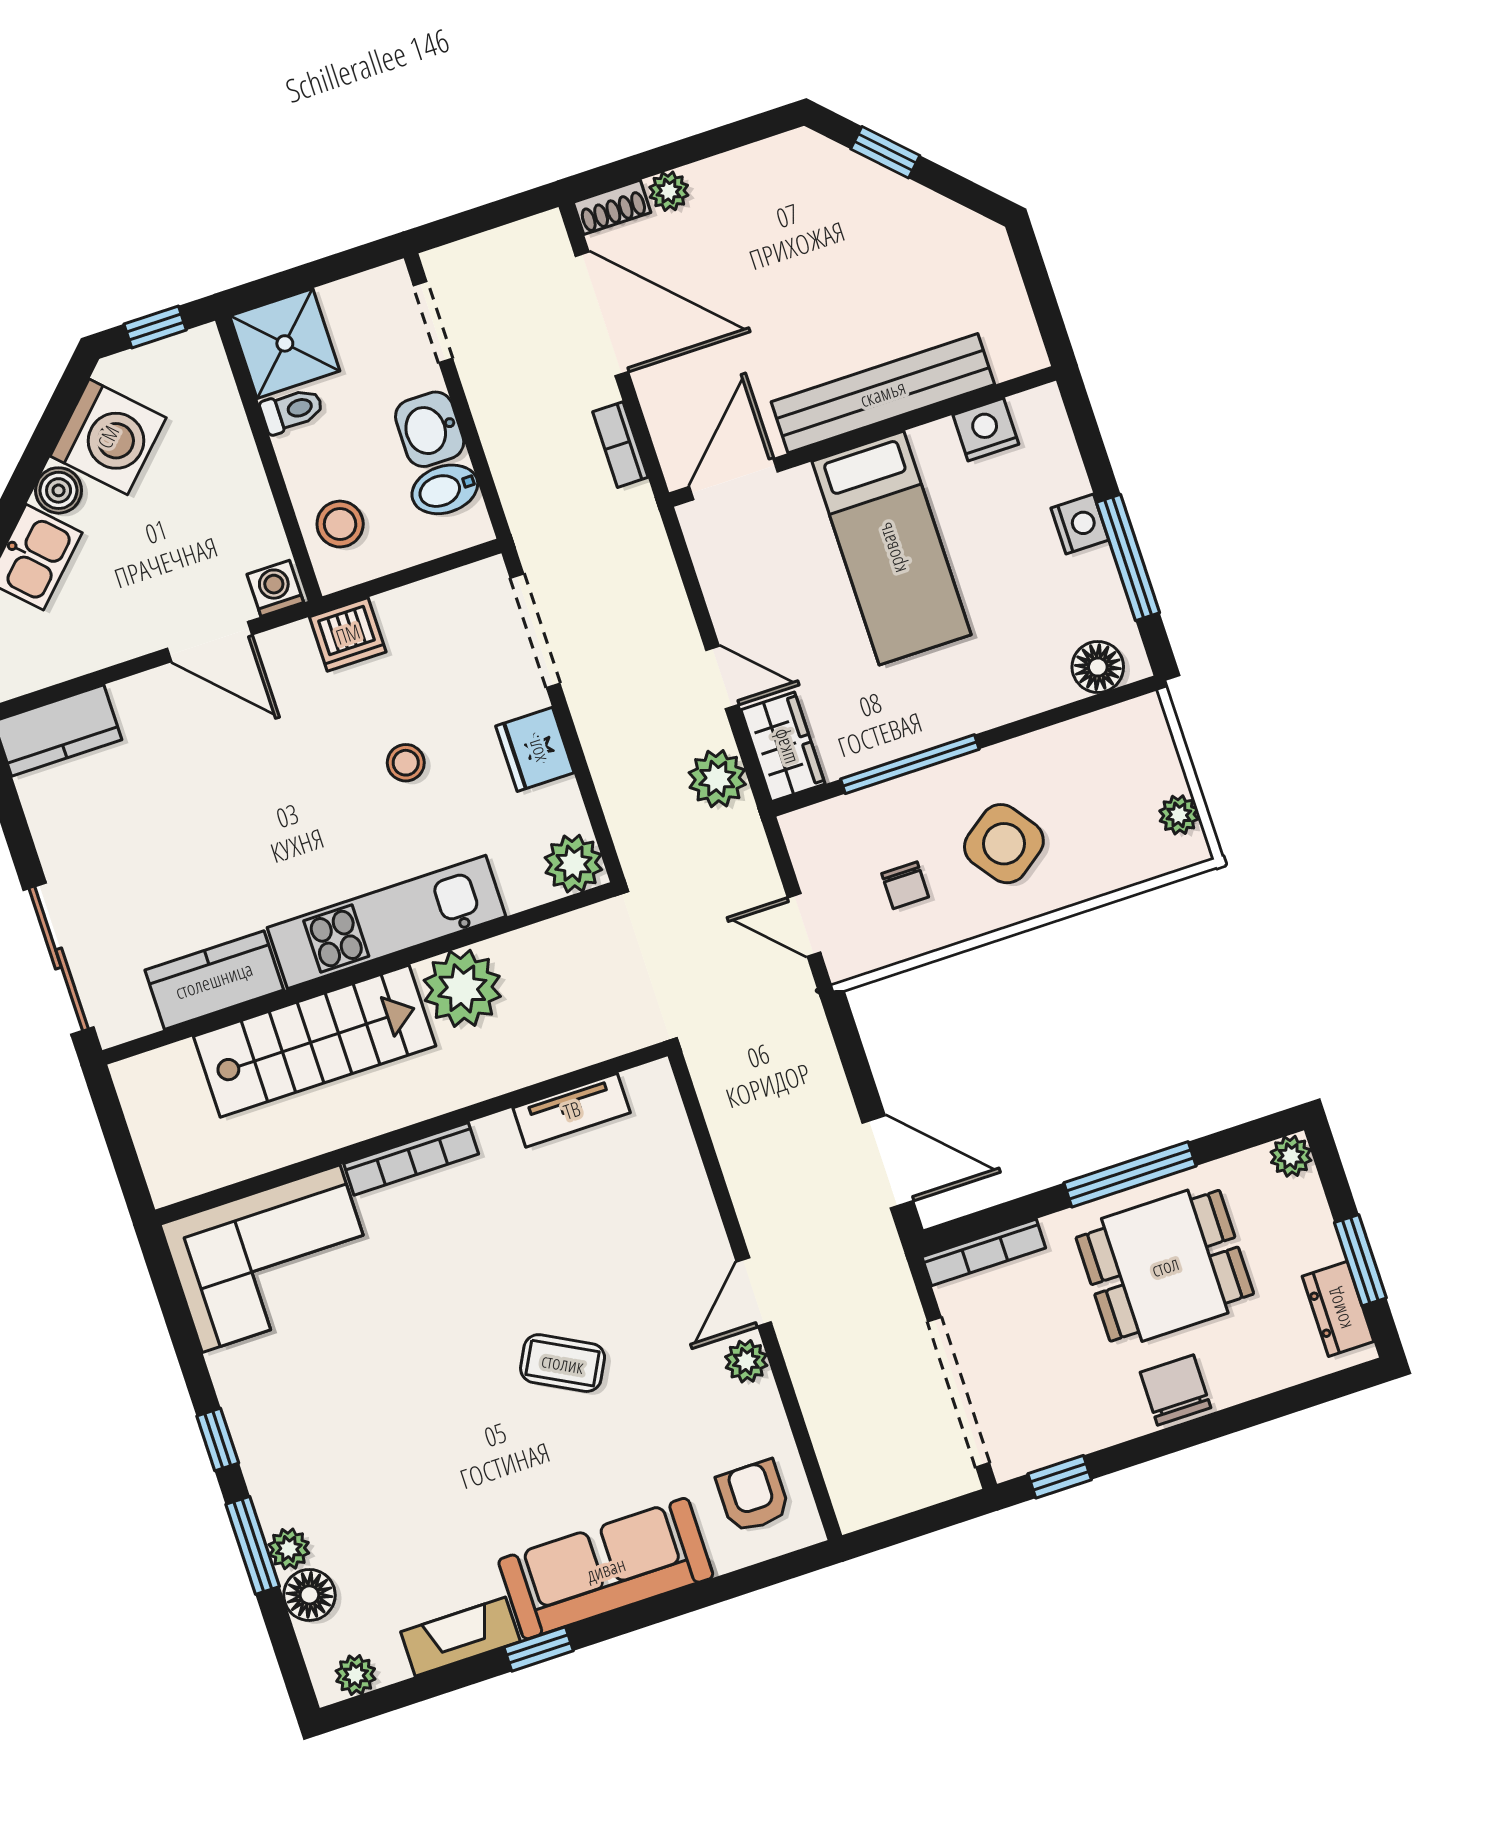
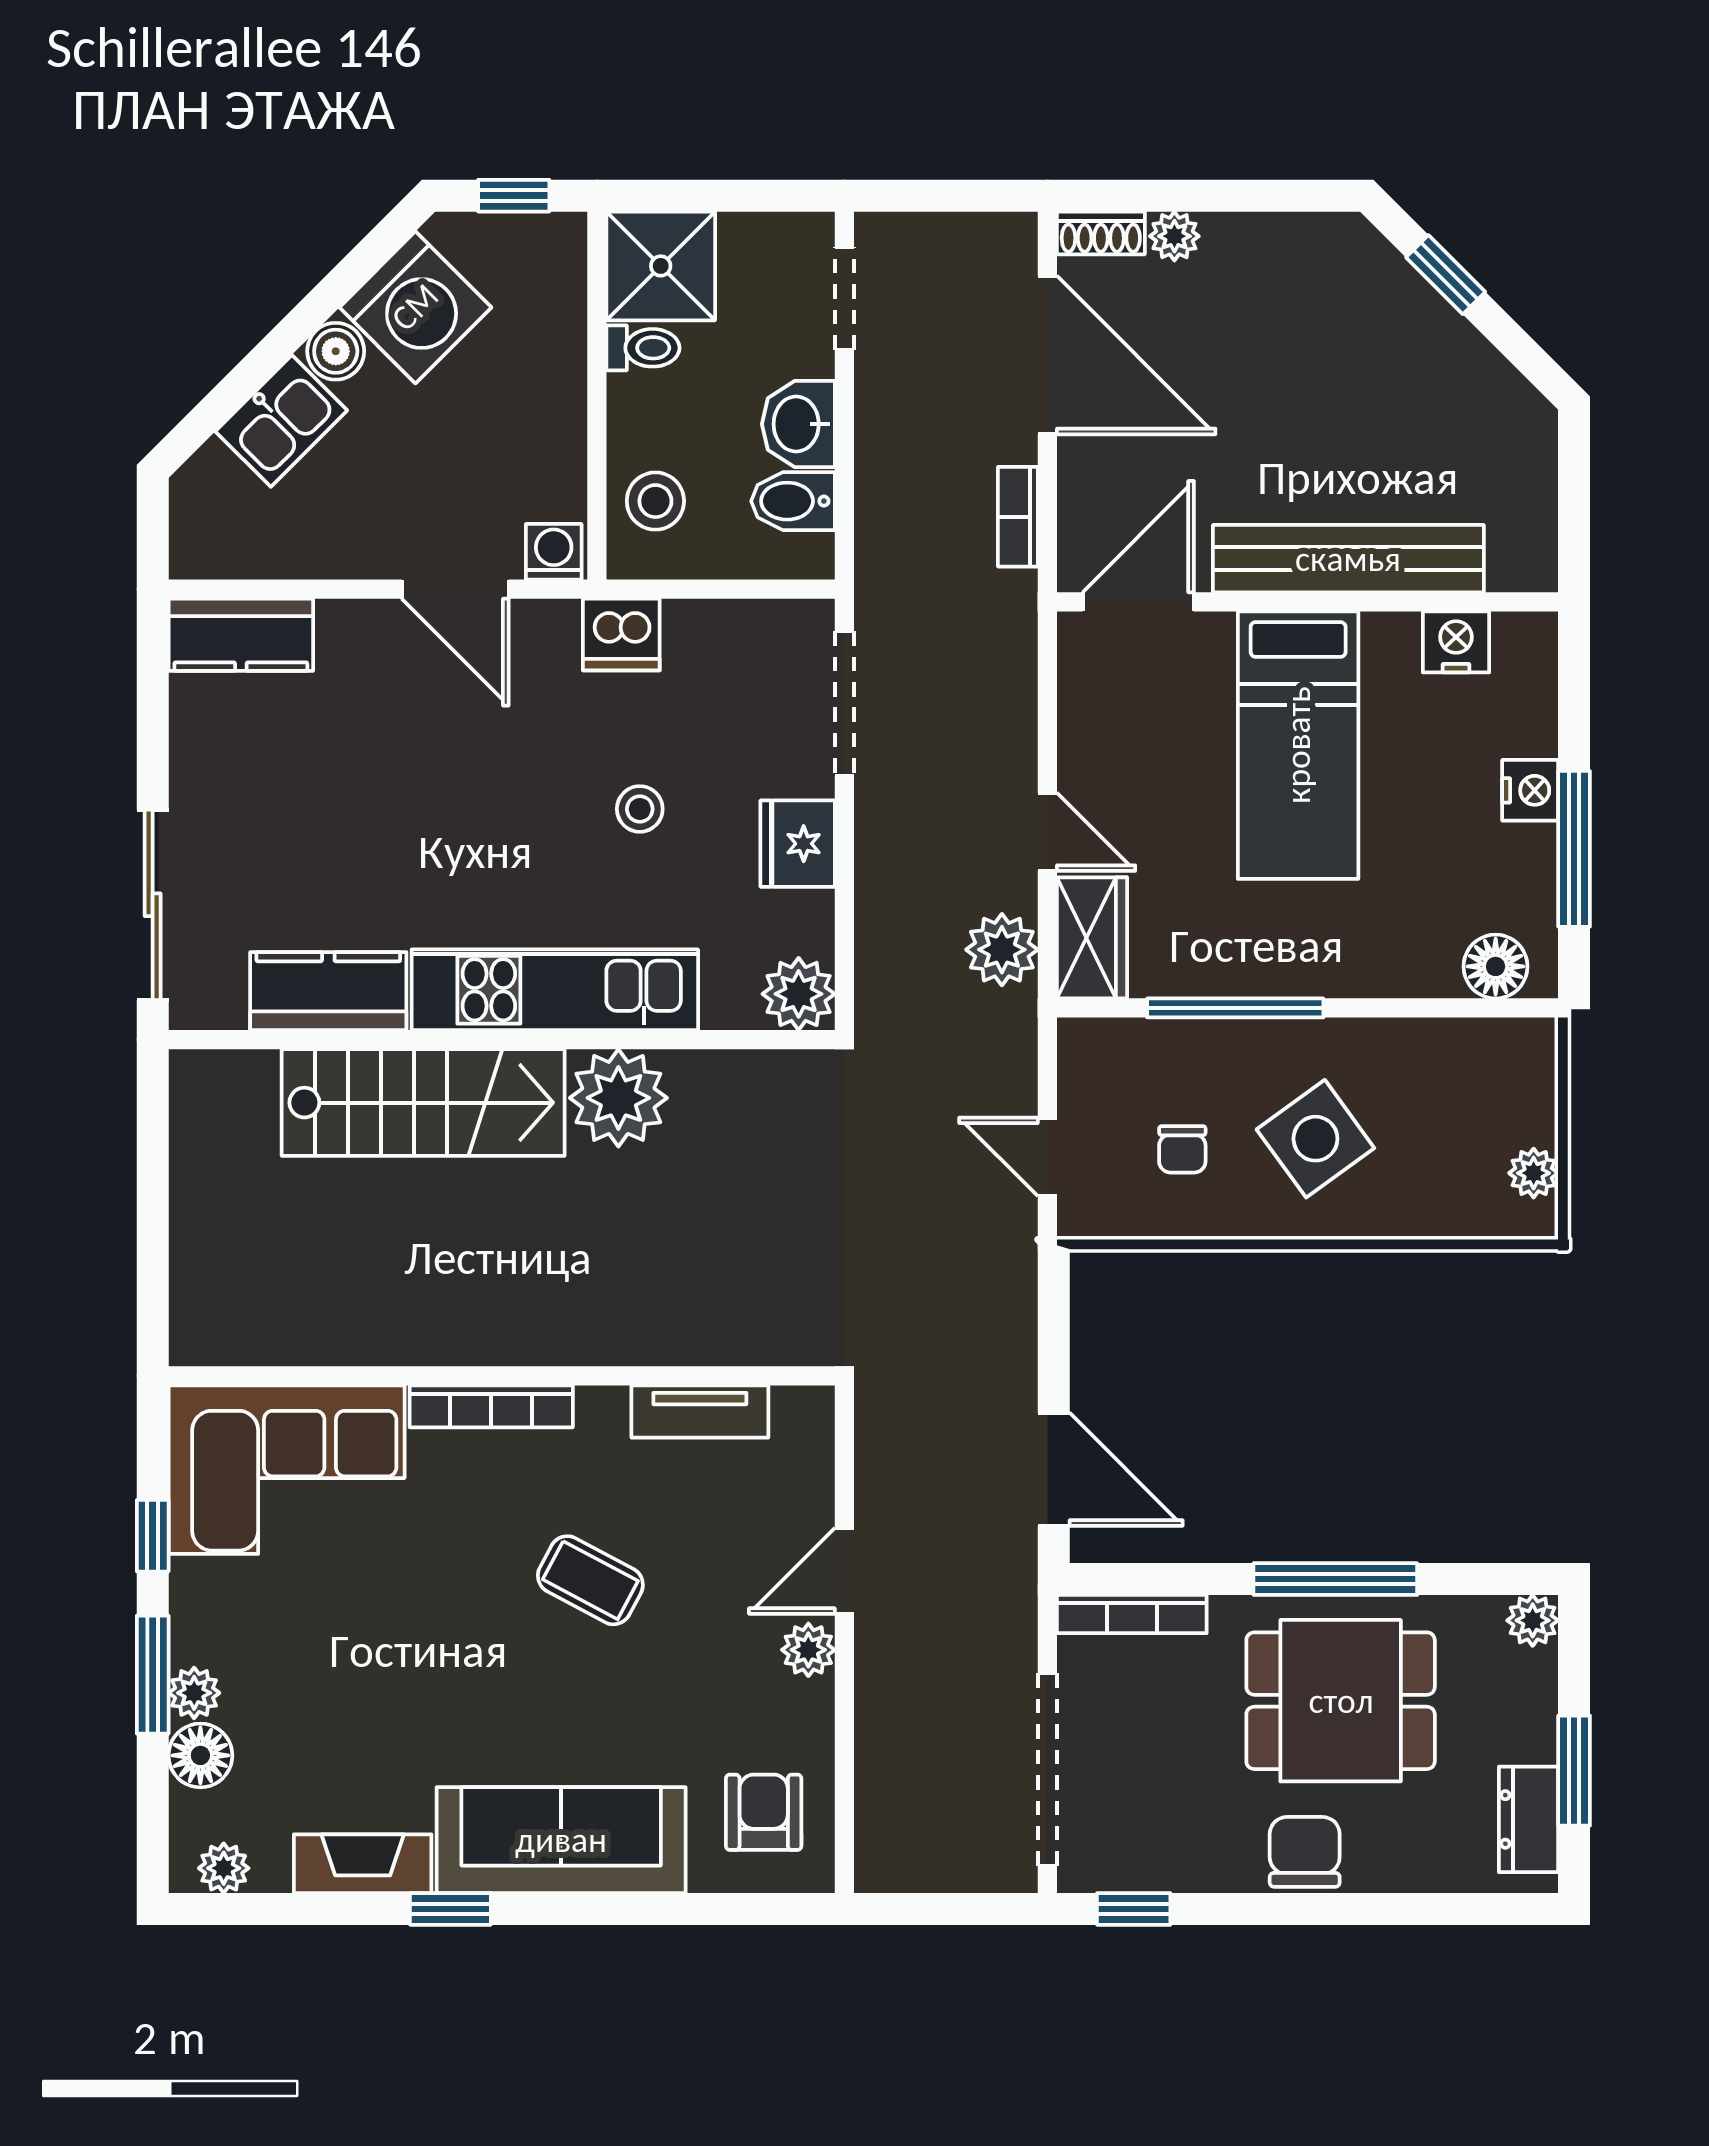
tv unit: (572, 1110) -> (700, 1412), moved
wall: (411, 1133) -> (502, 1376), moved
bookcase: (411, 1159) -> (491, 1406), moved
corner sofa: (271, 1259) -> (287, 1470), moved

